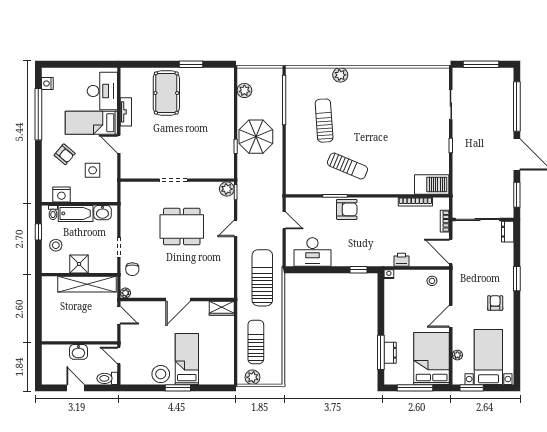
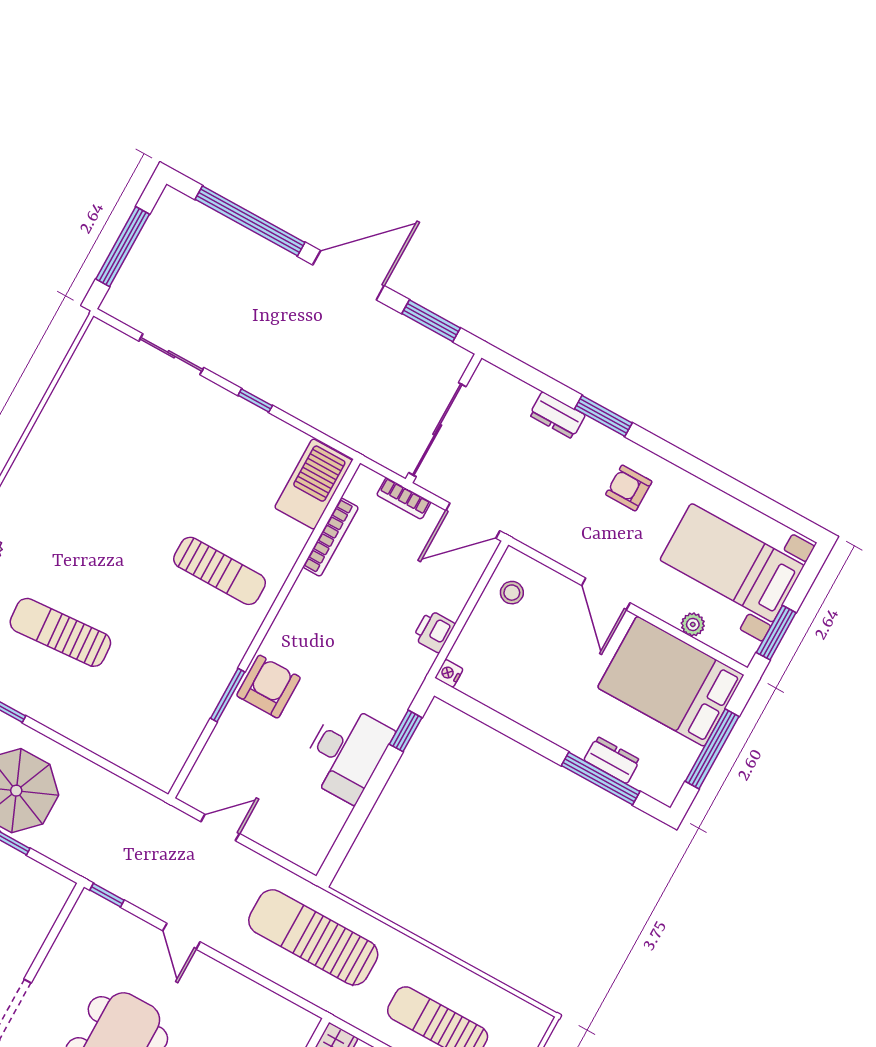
sun lounger: (348, 166) -> (220, 571), moved, turned 67
plant: (227, 189) -> (91, 910), removed
dresser: (508, 232) -> (557, 415), moved
desk: (312, 252) -> (346, 753), moved

